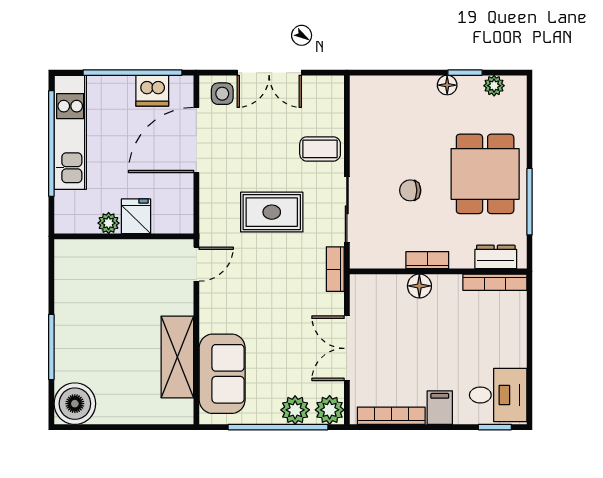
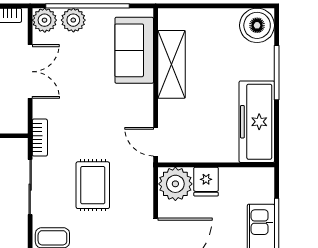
rug: (272, 212) -> (93, 185), turned 90
plant: (109, 223) -> (175, 184), moved, width x1.88, depth x1.88
door: (196, 264) -> (156, 142), hinge flipped
freezer: (75, 288) -> (257, 122), added

